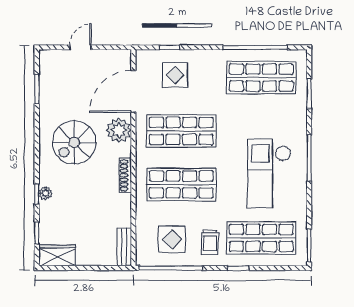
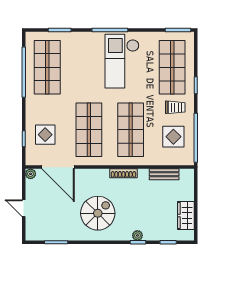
plant: (119, 130) -> (31, 174), moved, width x0.53, depth x0.53
spiral stairs: (74, 142) -> (98, 213), turned -90
checkout: (269, 174) -> (122, 61), turned 90
bench: (124, 247) -> (164, 174), moved
wardrobe: (57, 255) -> (186, 215), moved

